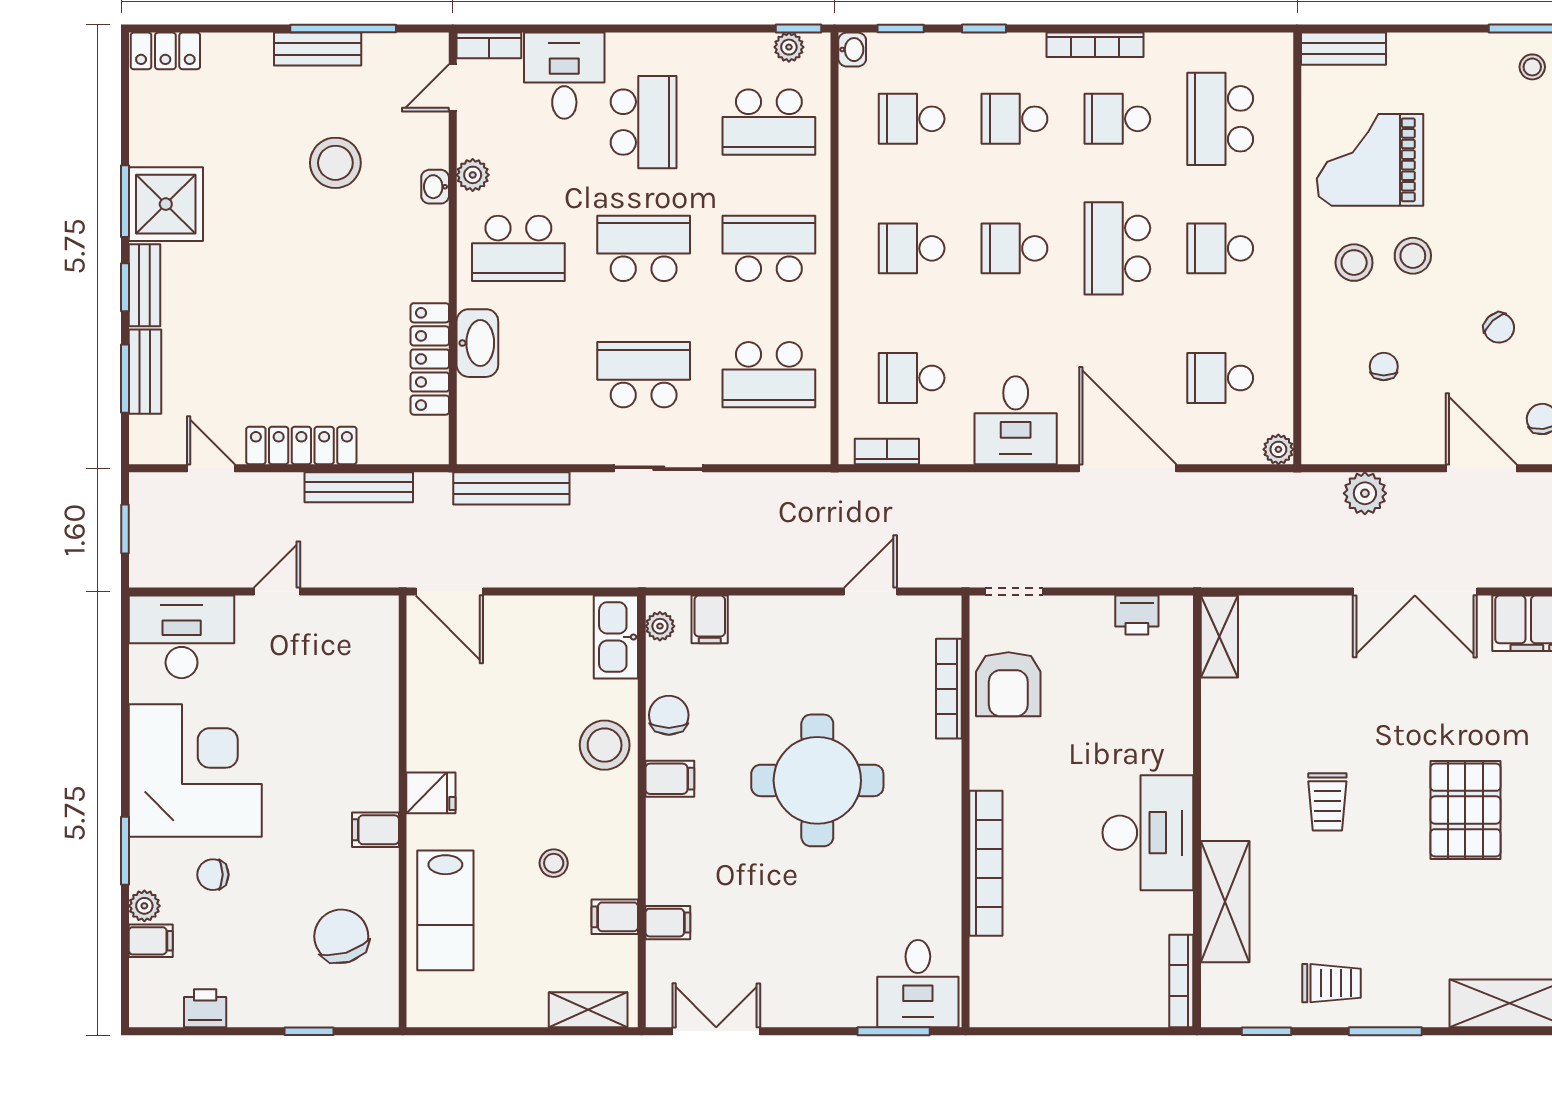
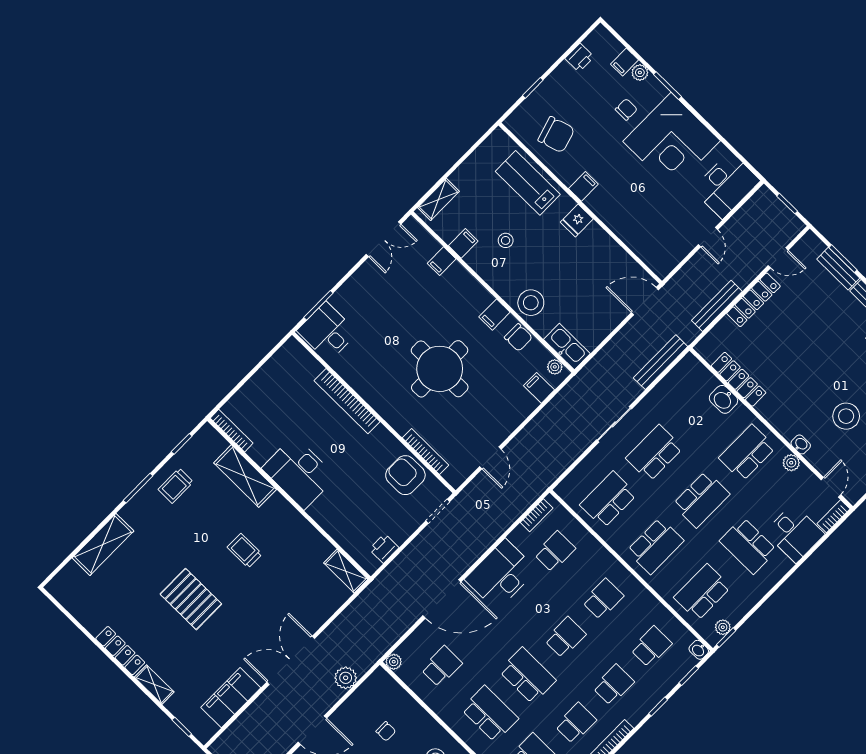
school desk: (1220, 248) -> (490, 714), width x1.85
washbasin: (477, 343) -> (723, 399), width x0.72
school desk: (644, 375) -> (654, 453), turned 180
desk: (1016, 420) -> (501, 575), width x1.37

